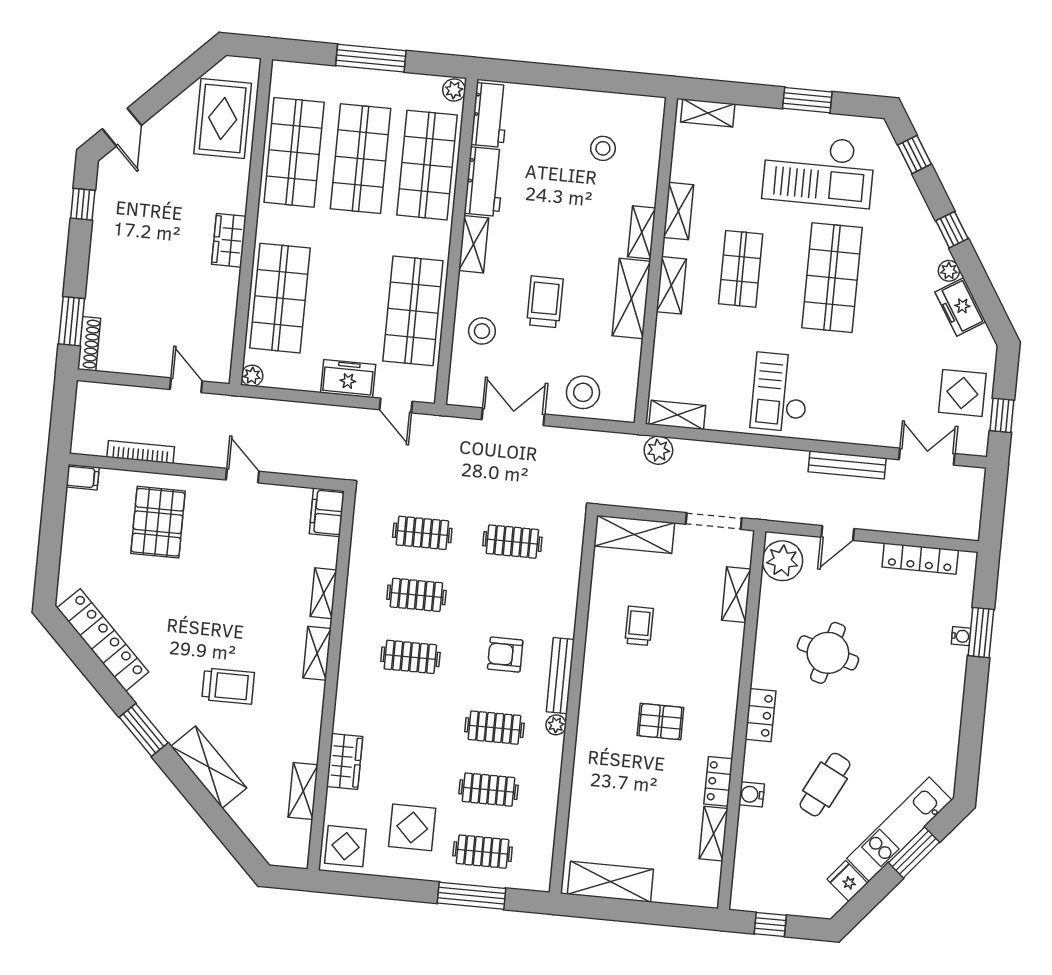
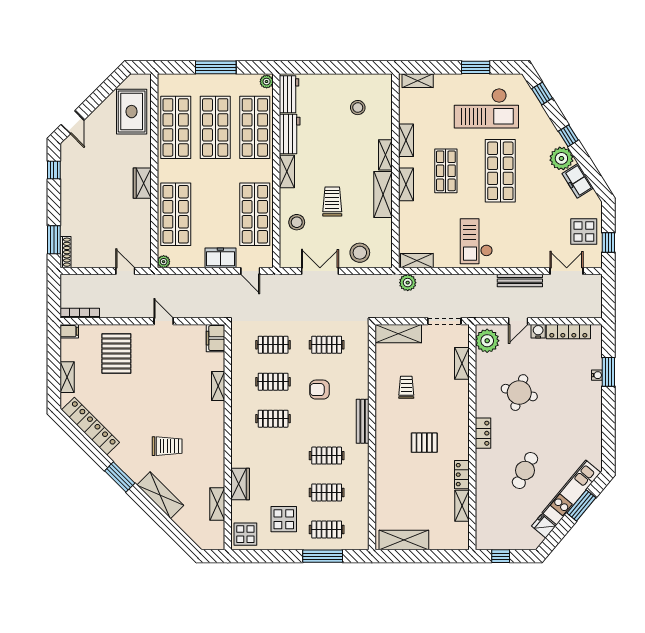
plant: (949, 271) -> (561, 158), width x1.88, depth x1.88
bookcase: (141, 452) -> (80, 313), moved
shelving: (317, 653) -> (67, 377), moved
armchair: (505, 655) -> (320, 390), moved
plant: (556, 725) -> (363, 451), removed
water cooler: (752, 794) -> (538, 331), moved, turned 90

